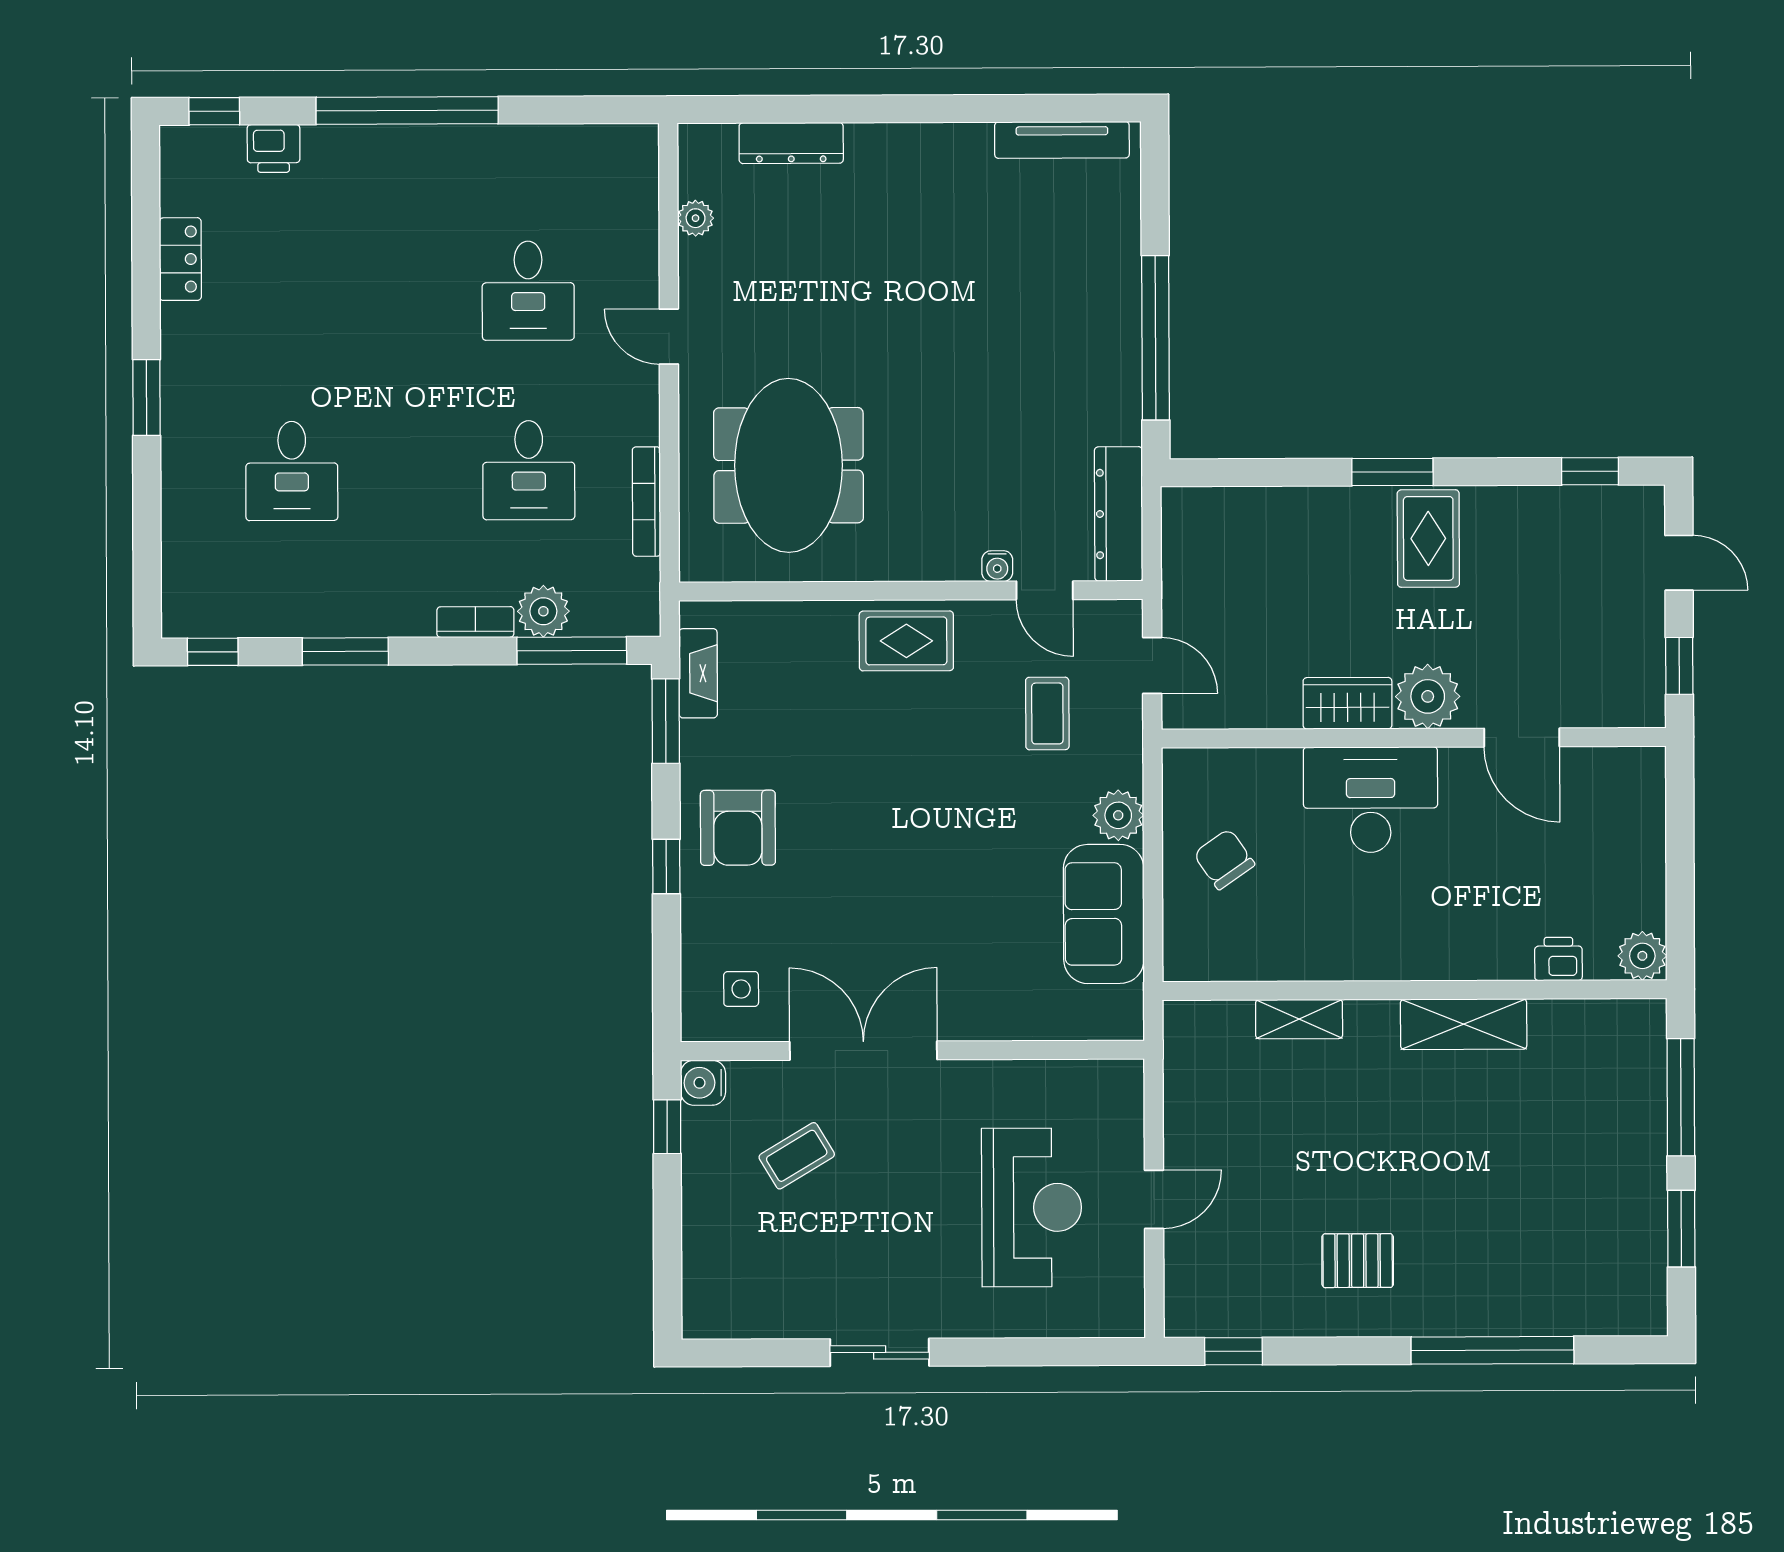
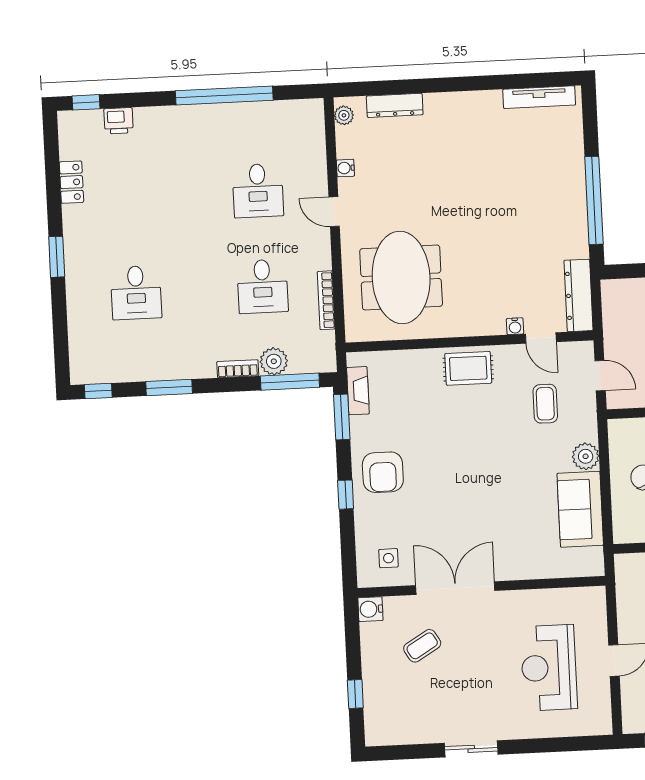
window: (407, 110) -> (224, 96), moved
plant: (696, 218) -> (344, 115), moved
water cooler: (694, 256) -> (345, 168), added
window: (667, 1127) -> (355, 694), moved
reception desk: (1032, 1207) -> (549, 668), turned 180

